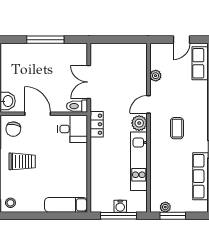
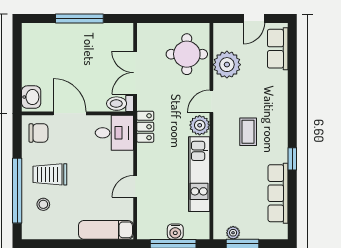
round table: (129, 68) -> (187, 54), added
plant: (156, 76) -> (227, 65), width x1.87, depth x1.87
chair: (13, 129) -> (38, 133), turned -99
trolley: (22, 161) -> (50, 174), turned 180
door: (89, 171) -> (135, 186), added
stool: (10, 203) -> (43, 204), moved

